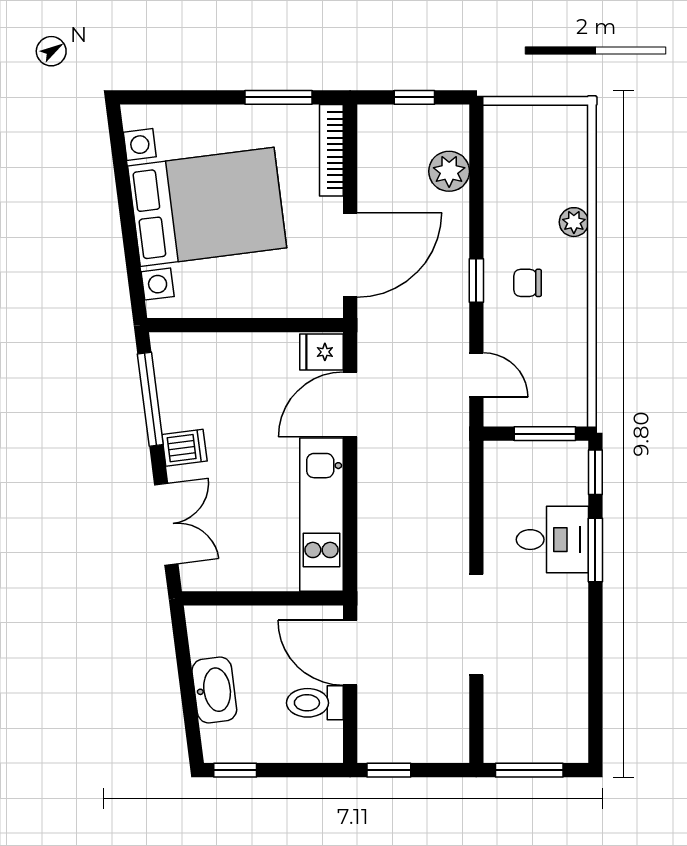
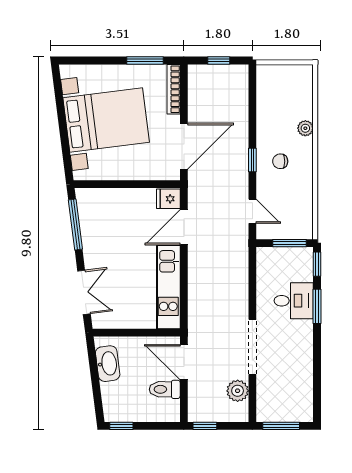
plant: (449, 171) -> (238, 391), moved
dishwasher: (184, 448) -> (94, 251), removed
washbasin: (214, 690) -> (108, 364), moved

